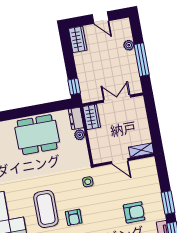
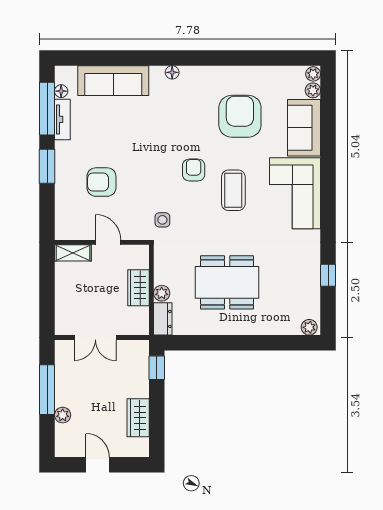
wardrobe: (78, 39) -> (138, 418), moved
wardrobe: (92, 117) -> (138, 288), moved
dining table: (37, 135) -> (227, 282), moved
coffee table: (46, 209) -> (233, 190), width x0.73, depth x0.76
armchair: (134, 212) -> (101, 182), moved

